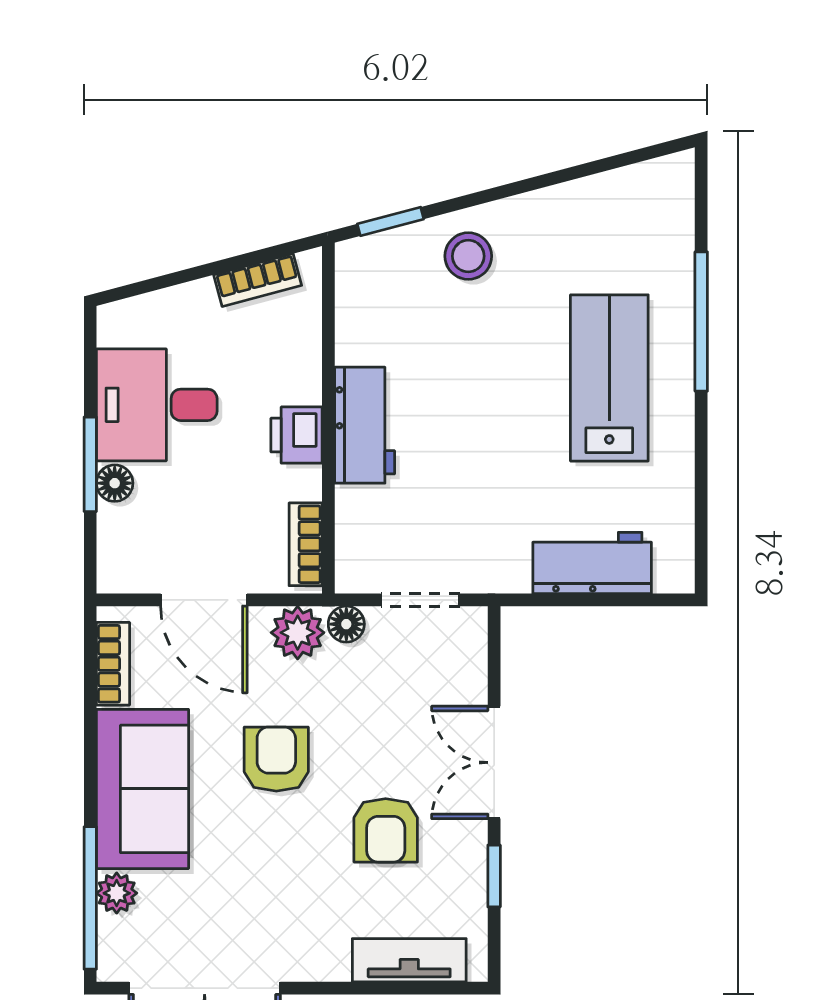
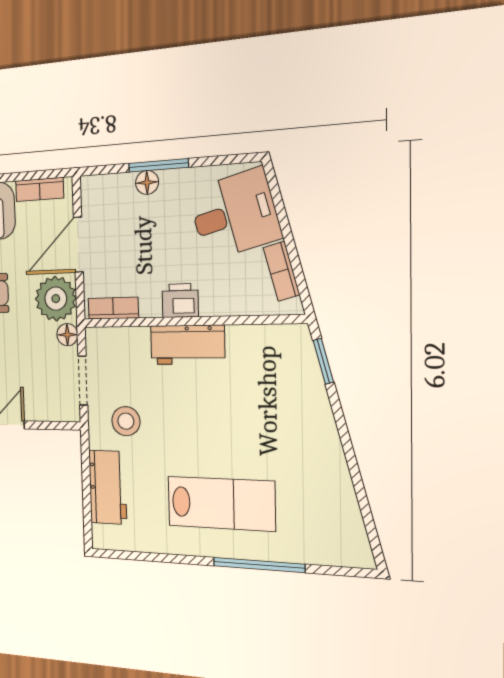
stool: (468, 256) -> (126, 421), moved
desk: (157, 405) -> (234, 214), moved, turned 75
plant: (298, 633) -> (56, 299), width x1.36, depth x1.36

